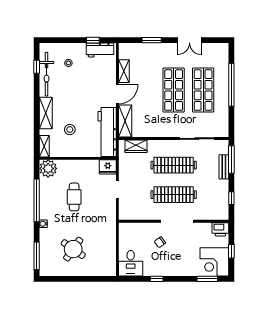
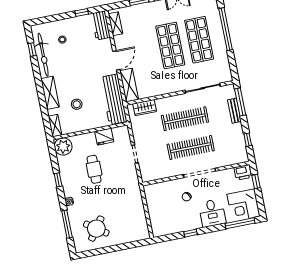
workbench: (100, 50) -> (101, 25), moved, turned 90
shelving: (124, 71) -> (115, 24), moved
fridge: (108, 167) -> (104, 137), moved
window: (37, 200) -> (58, 180), width x0.32
round table: (73, 249) -> (96, 229), moved
window: (231, 251) -> (256, 182), moved
window: (37, 256) -> (67, 224), moved
desk: (131, 263) -> (212, 213), moved
window: (207, 279) -> (240, 223), width x1.44

